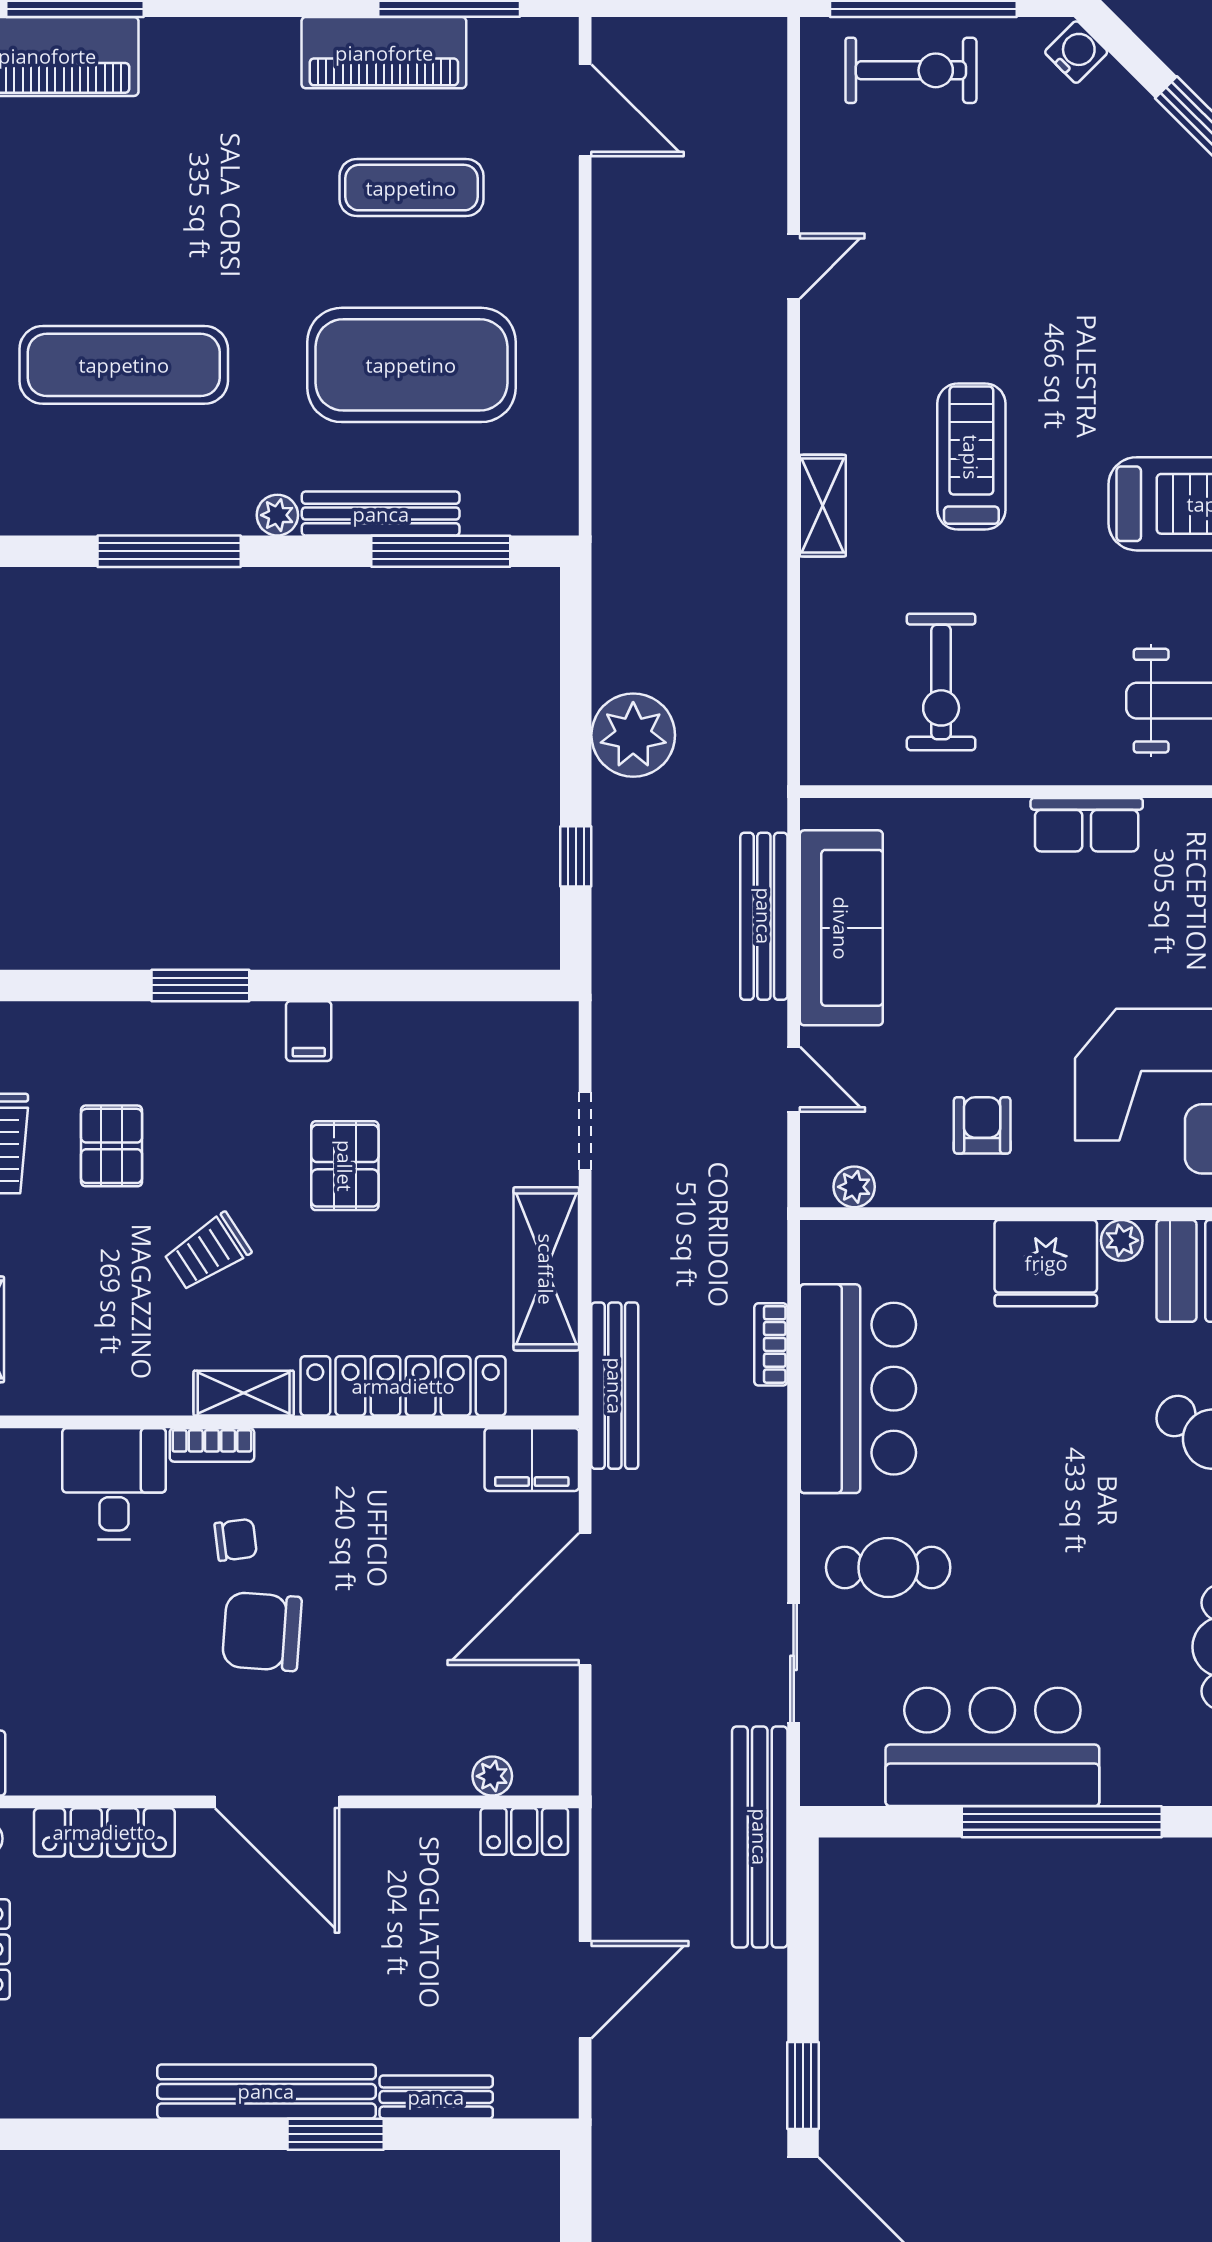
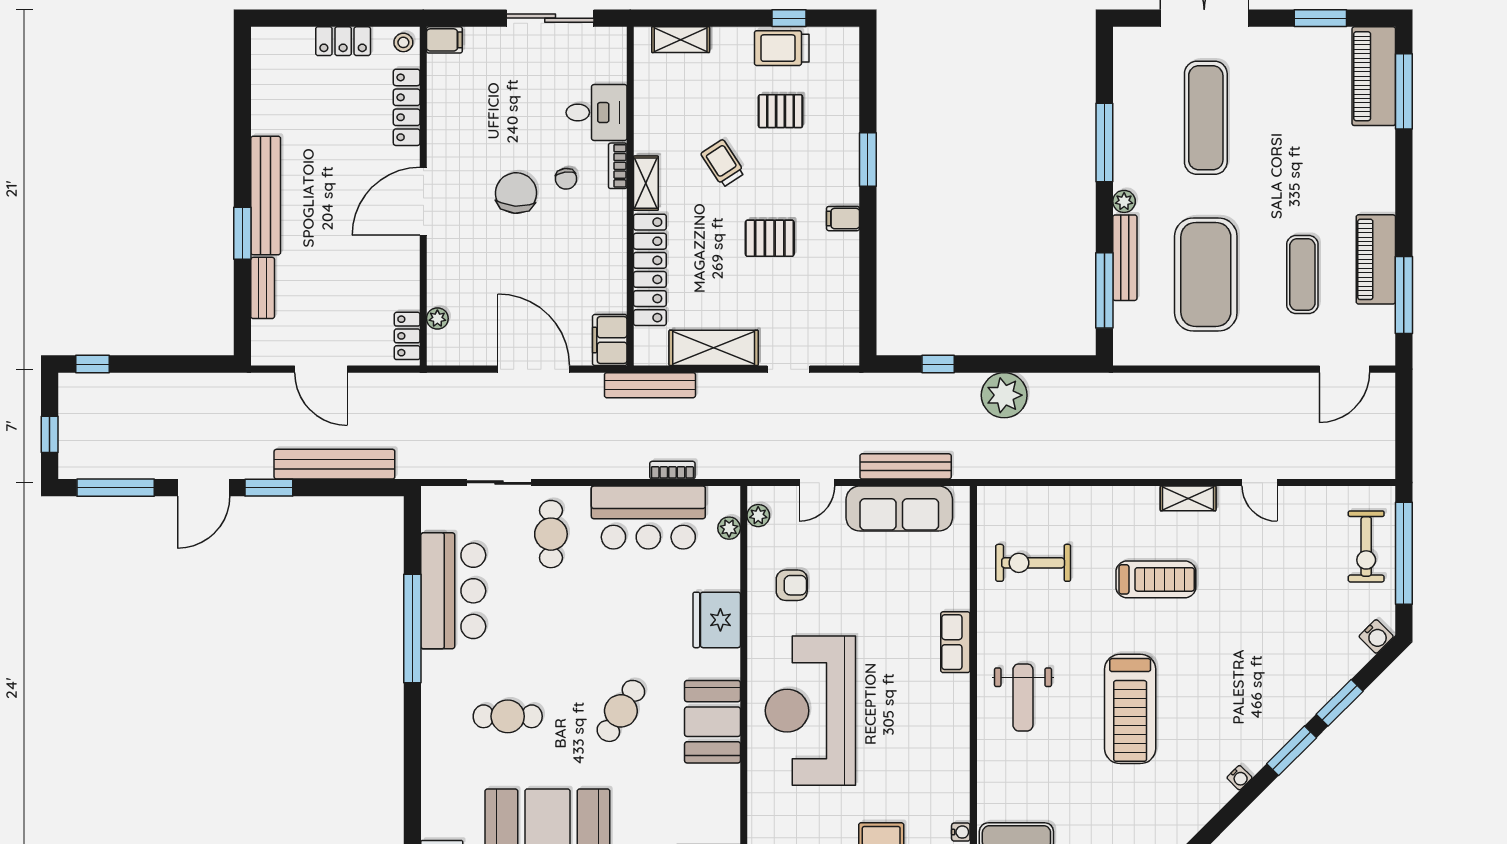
shelving: (823, 506) -> (1188, 498), moved
plant: (1122, 1240) -> (729, 528), moved
bench: (760, 1837) -> (334, 464), moved

